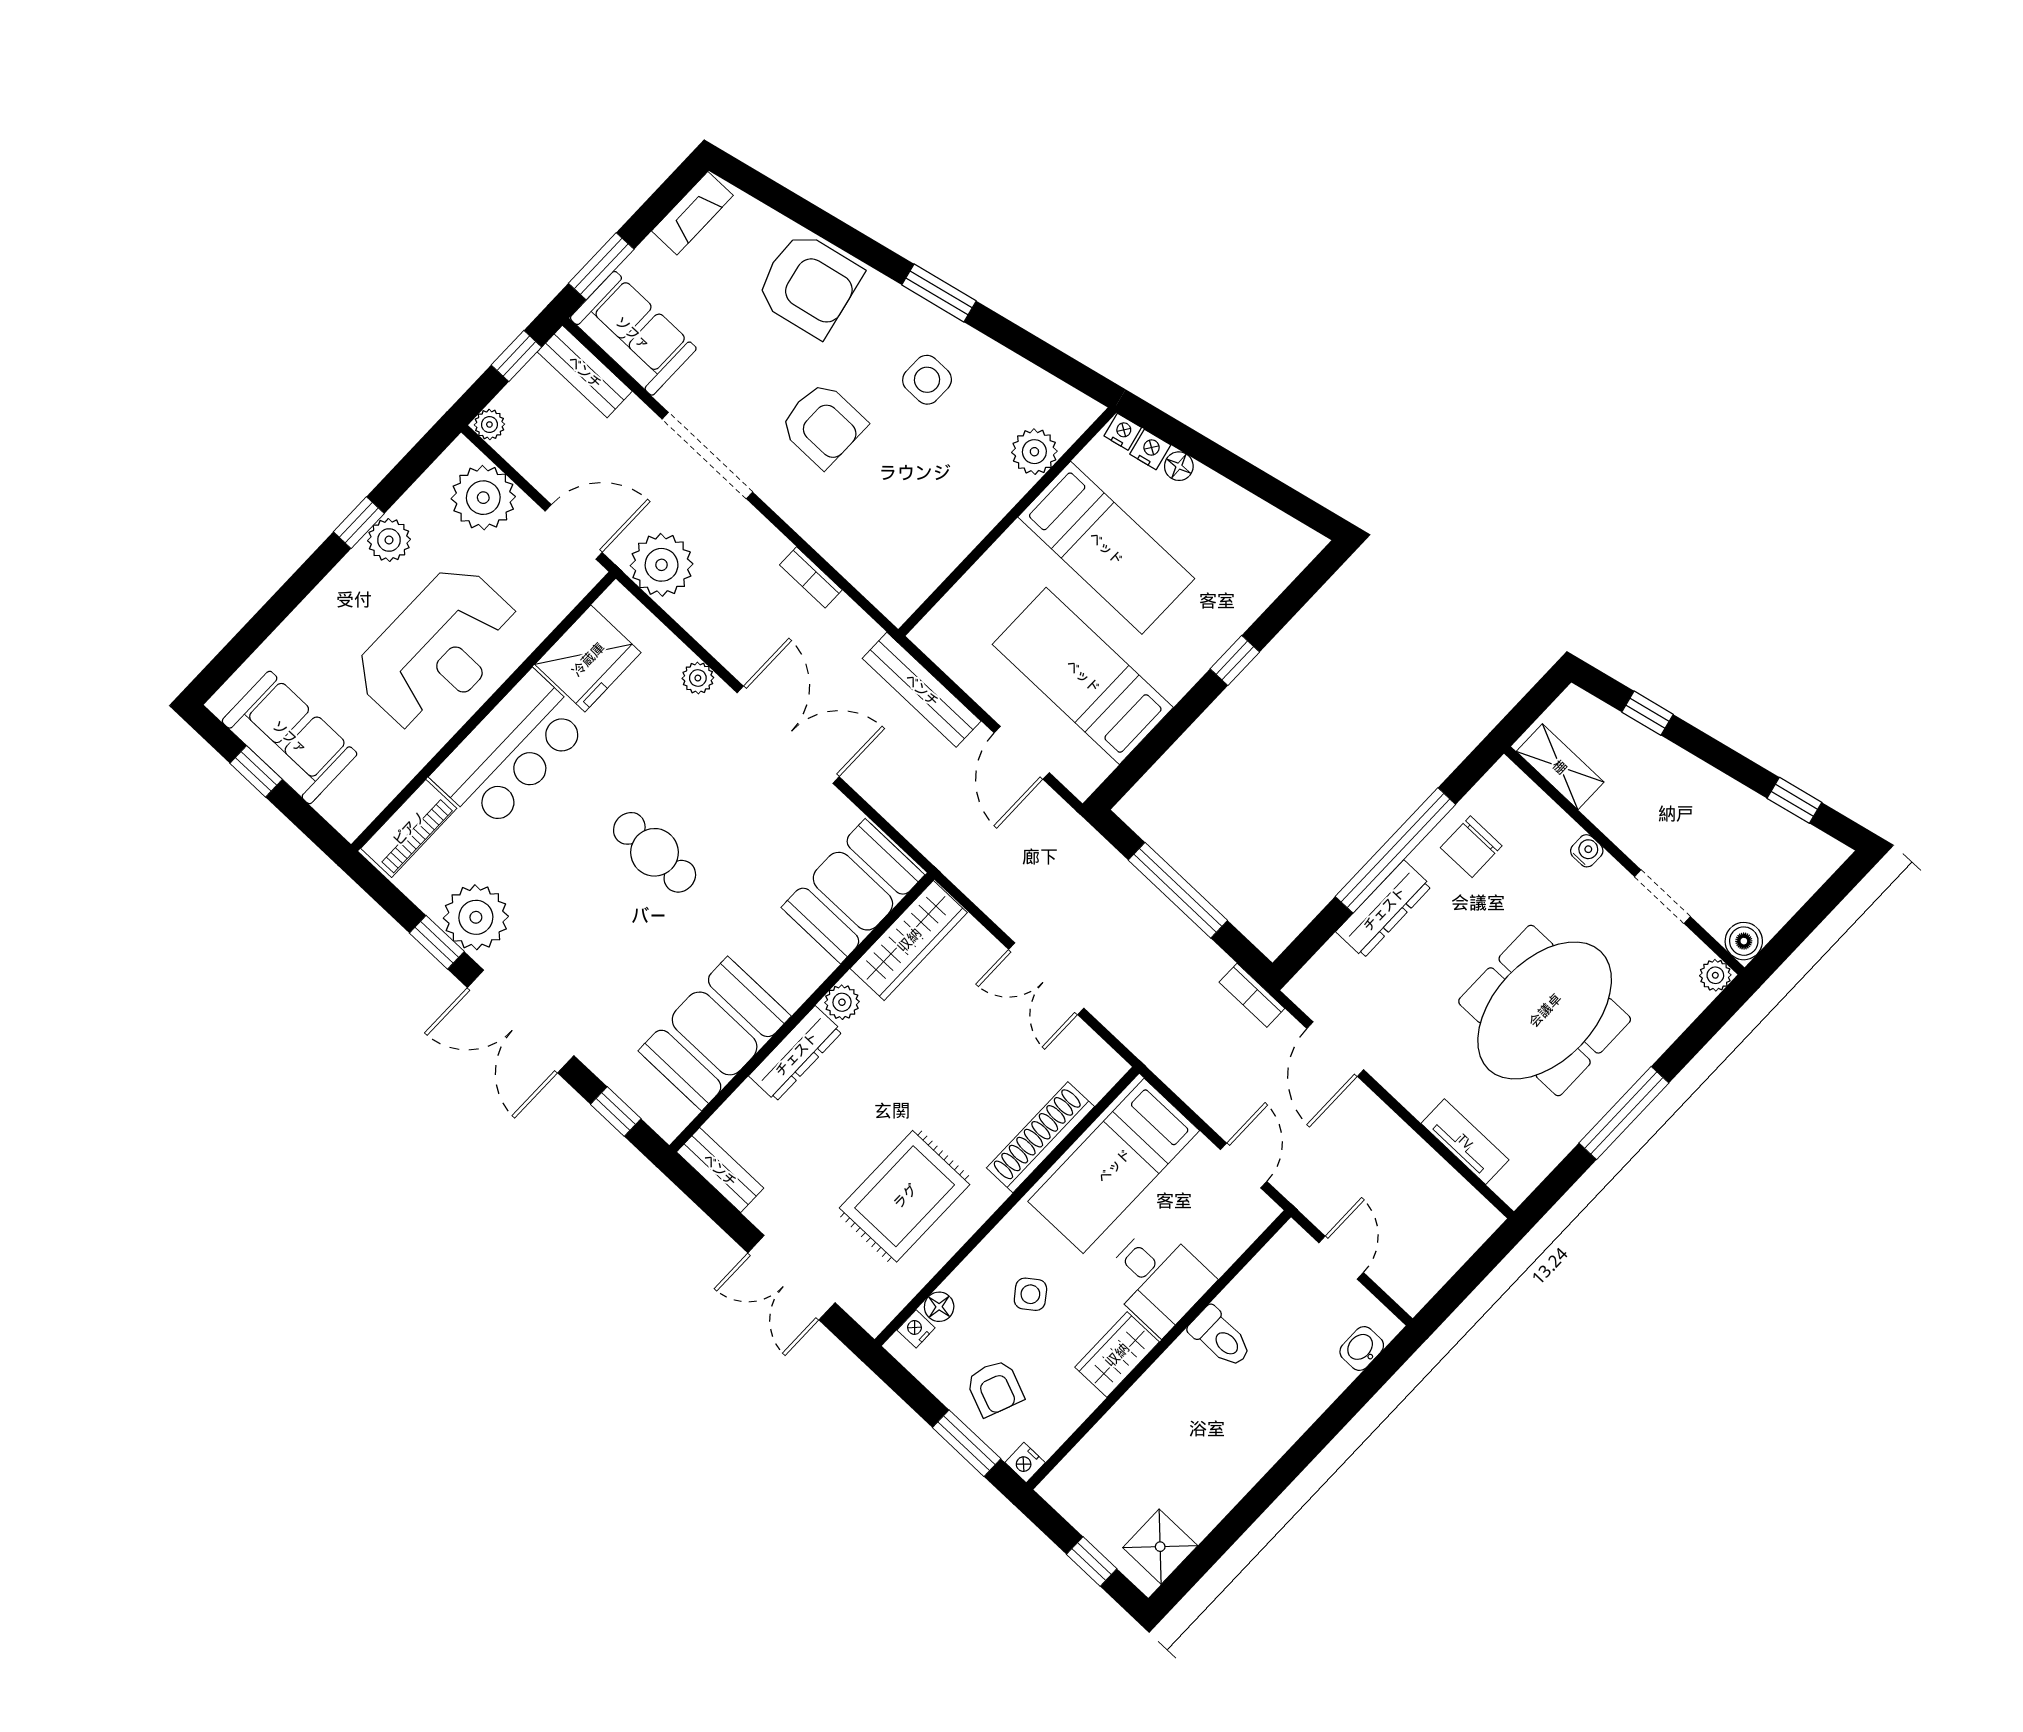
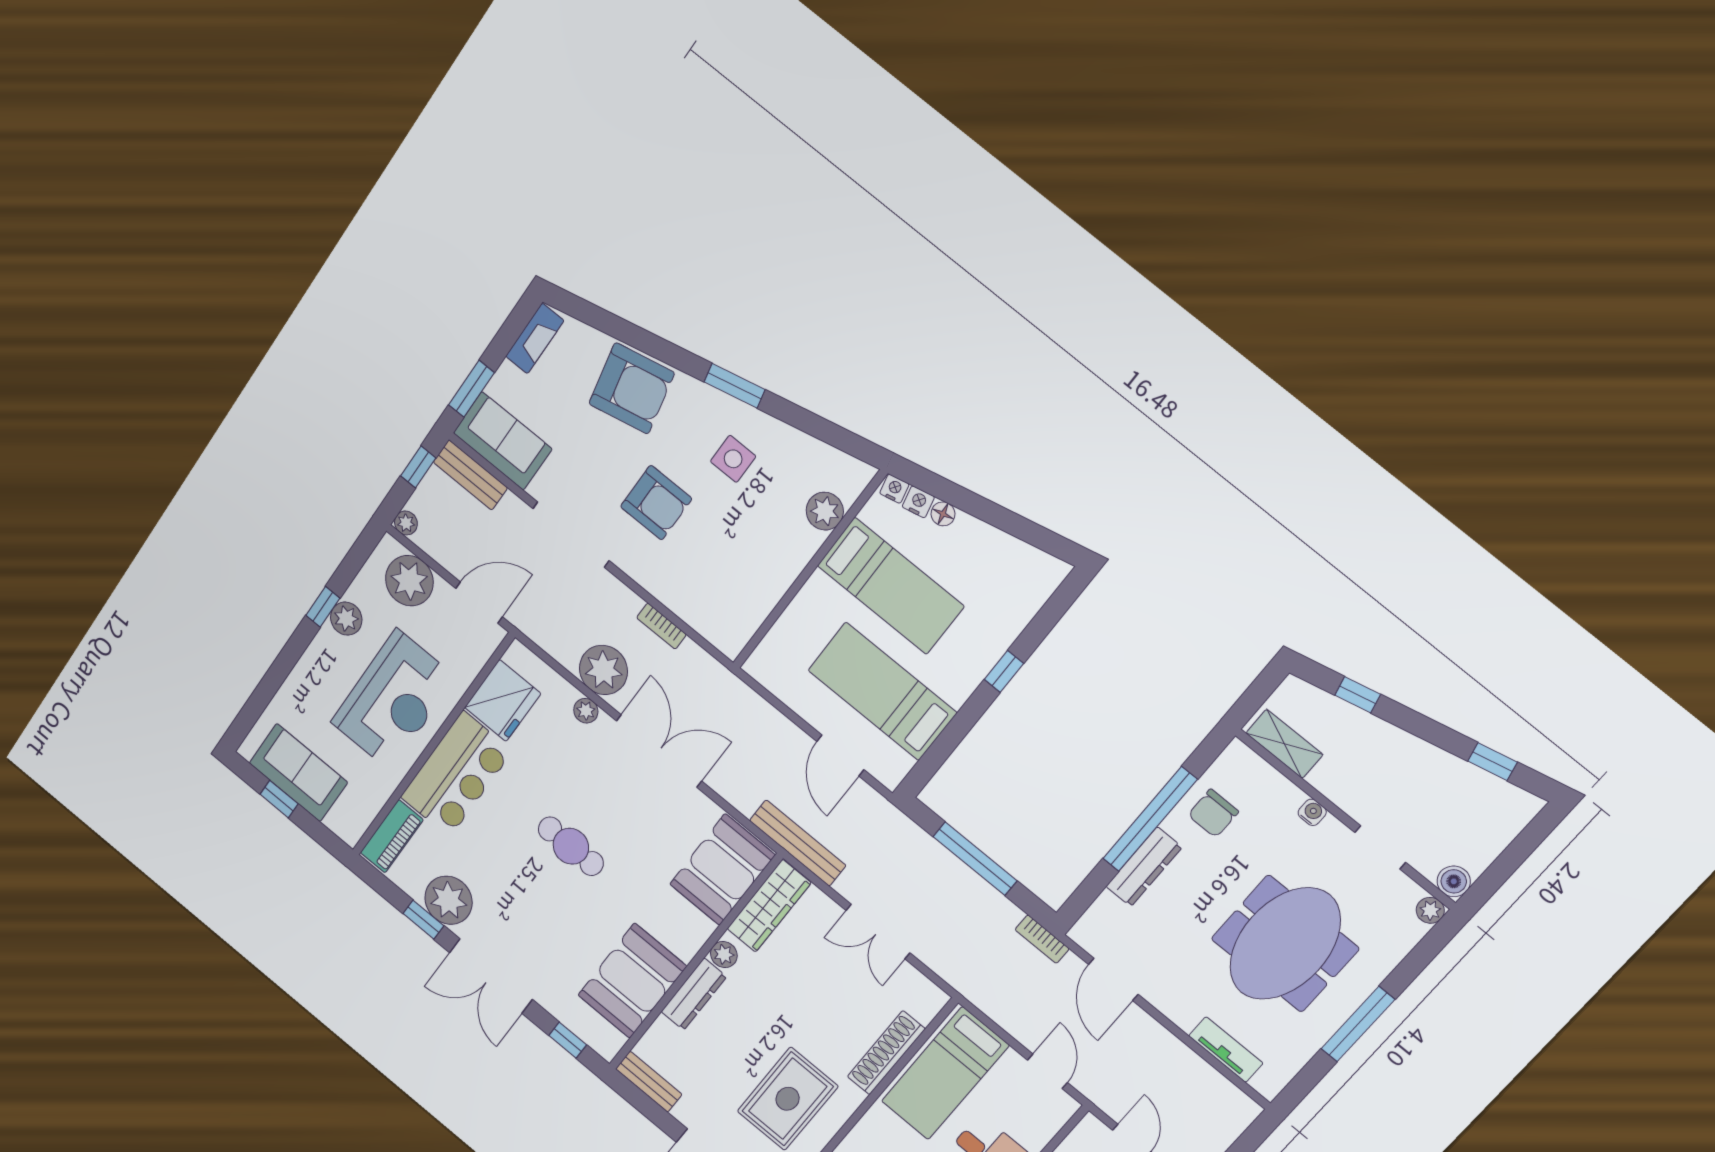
plant: (662, 565) -> (603, 670), moved
bench: (922, 690) -> (798, 843), moved

